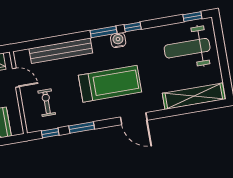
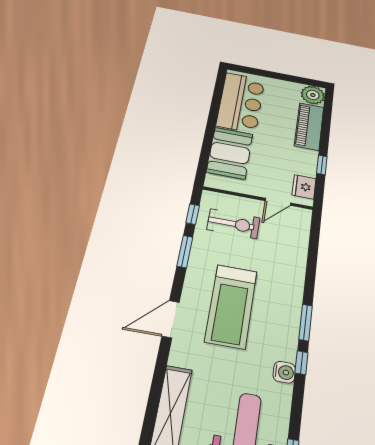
water cooler: (118, 40) -> (284, 372), moved
bench: (61, 51) -> (296, 263), removed
exercise bike: (47, 103) -> (234, 224), width x1.38, depth x1.39

